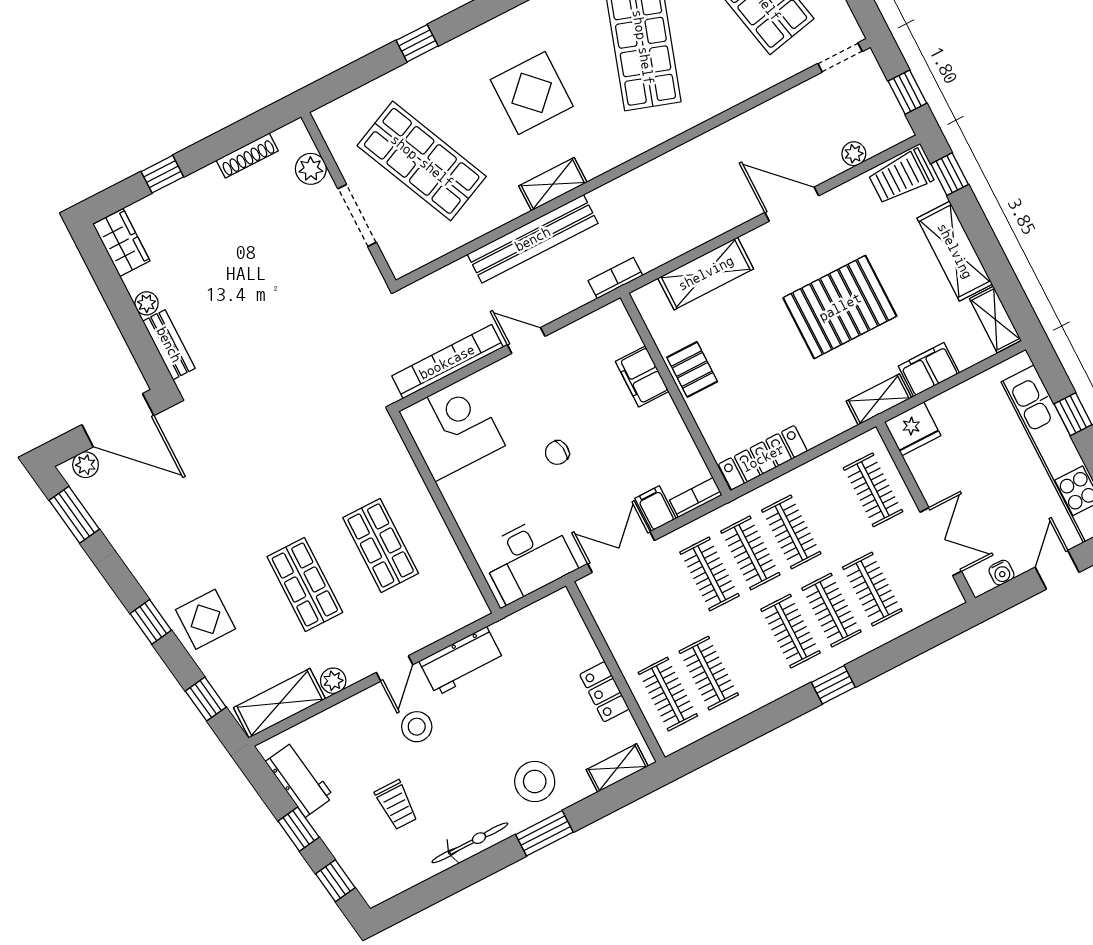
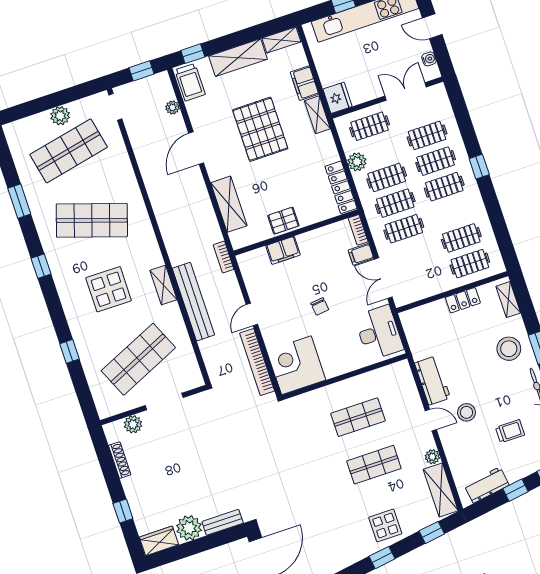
plant: (147, 303) -> (189, 528), width x1.87, depth x1.87
plant: (810, 478) -> (357, 162), added

